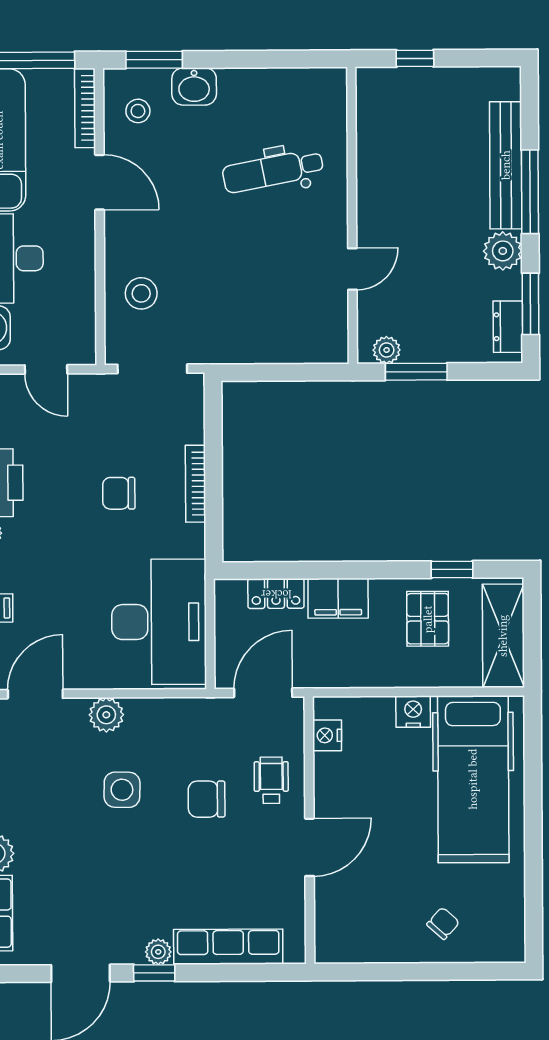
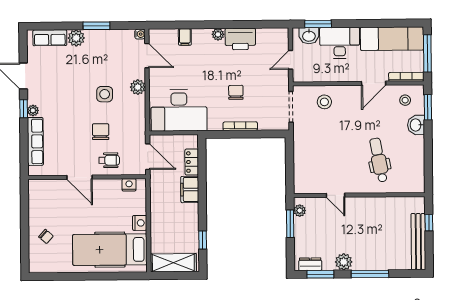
bench: (506, 165) -> (418, 242), moved, turned 90
pallet: (428, 619) -> (181, 229), removed

